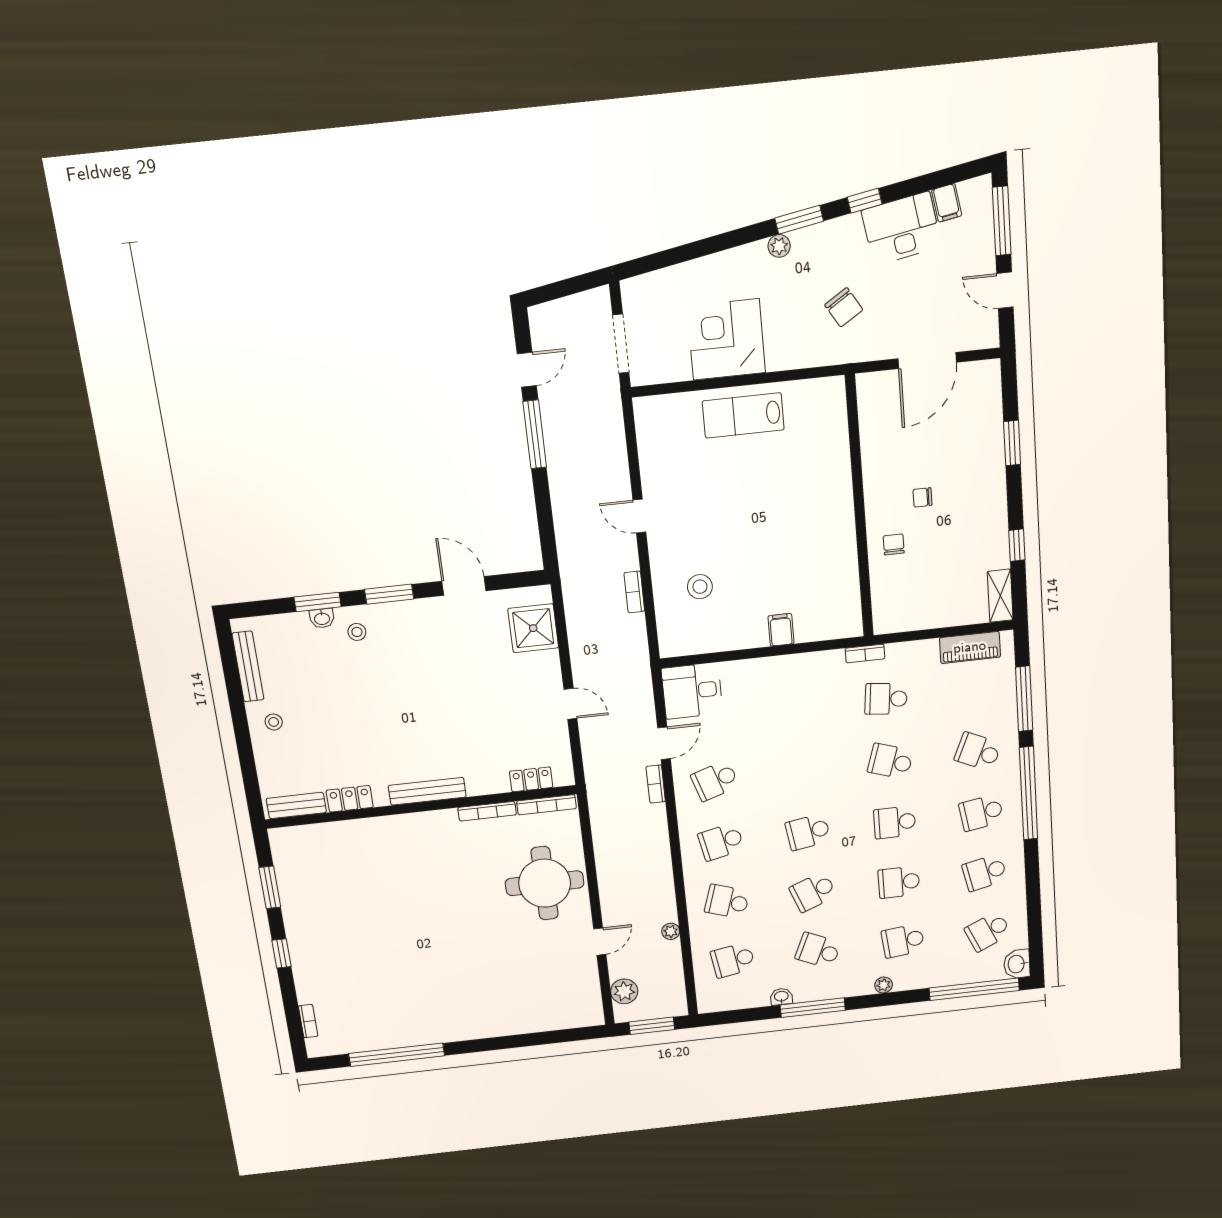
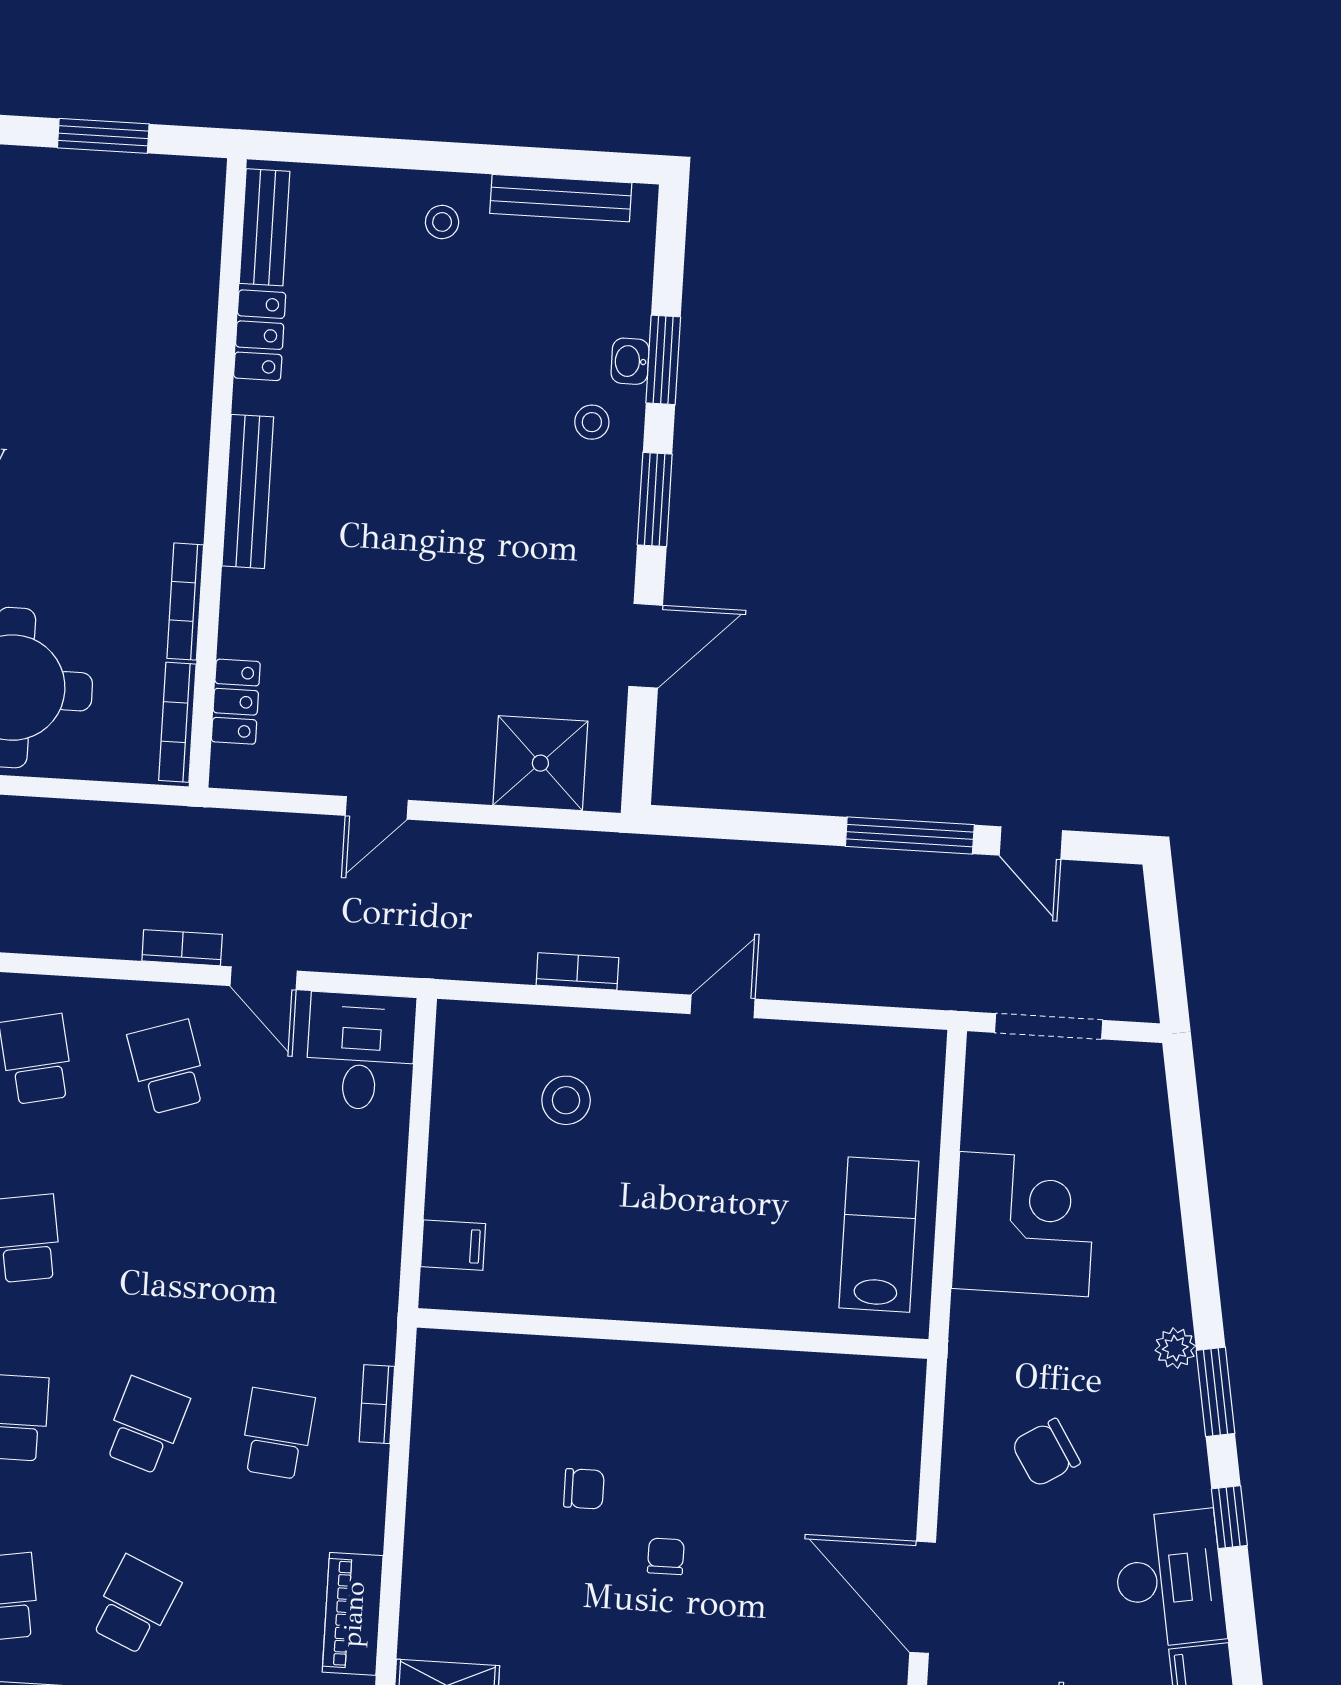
wall: (859, 508) -> (673, 1333), moved

